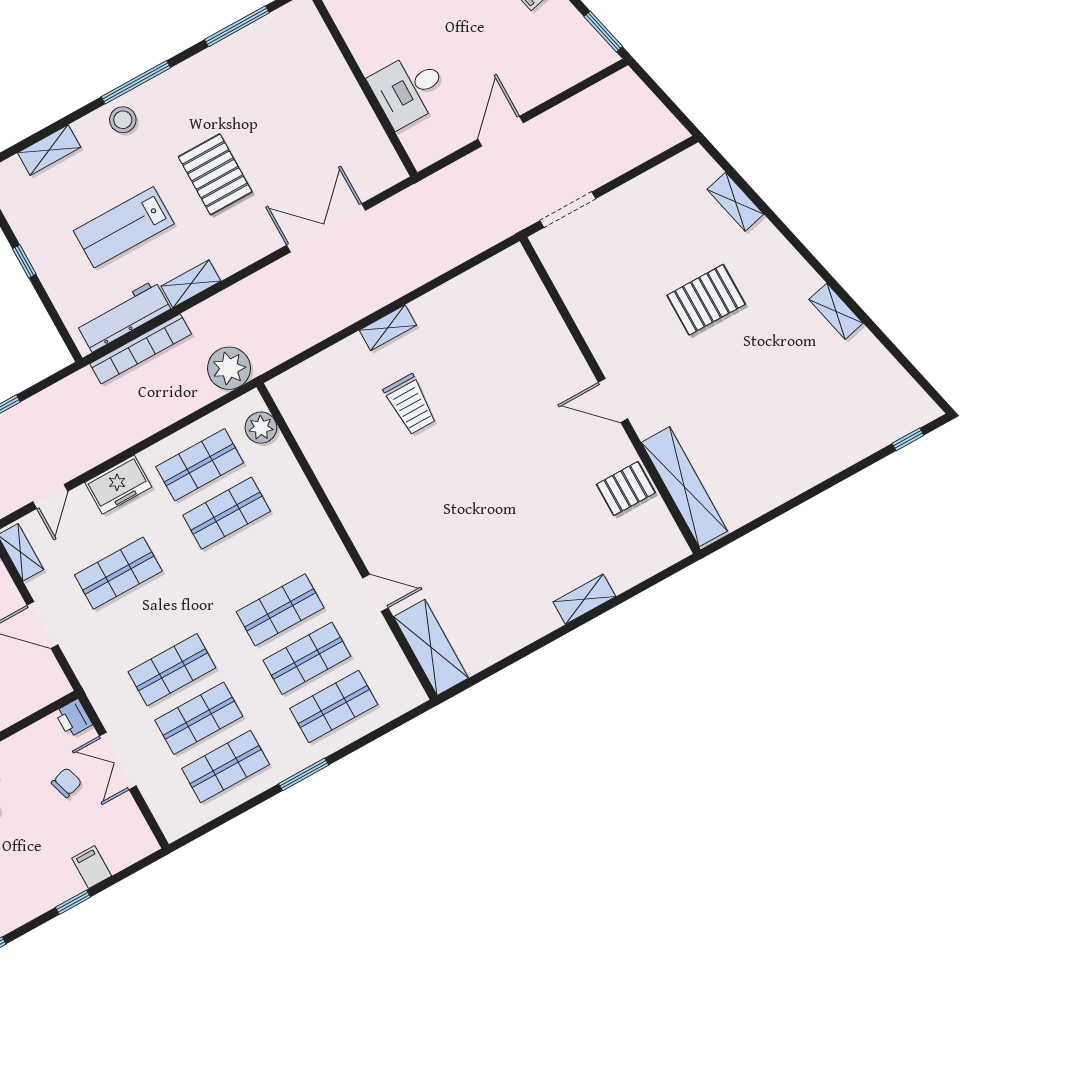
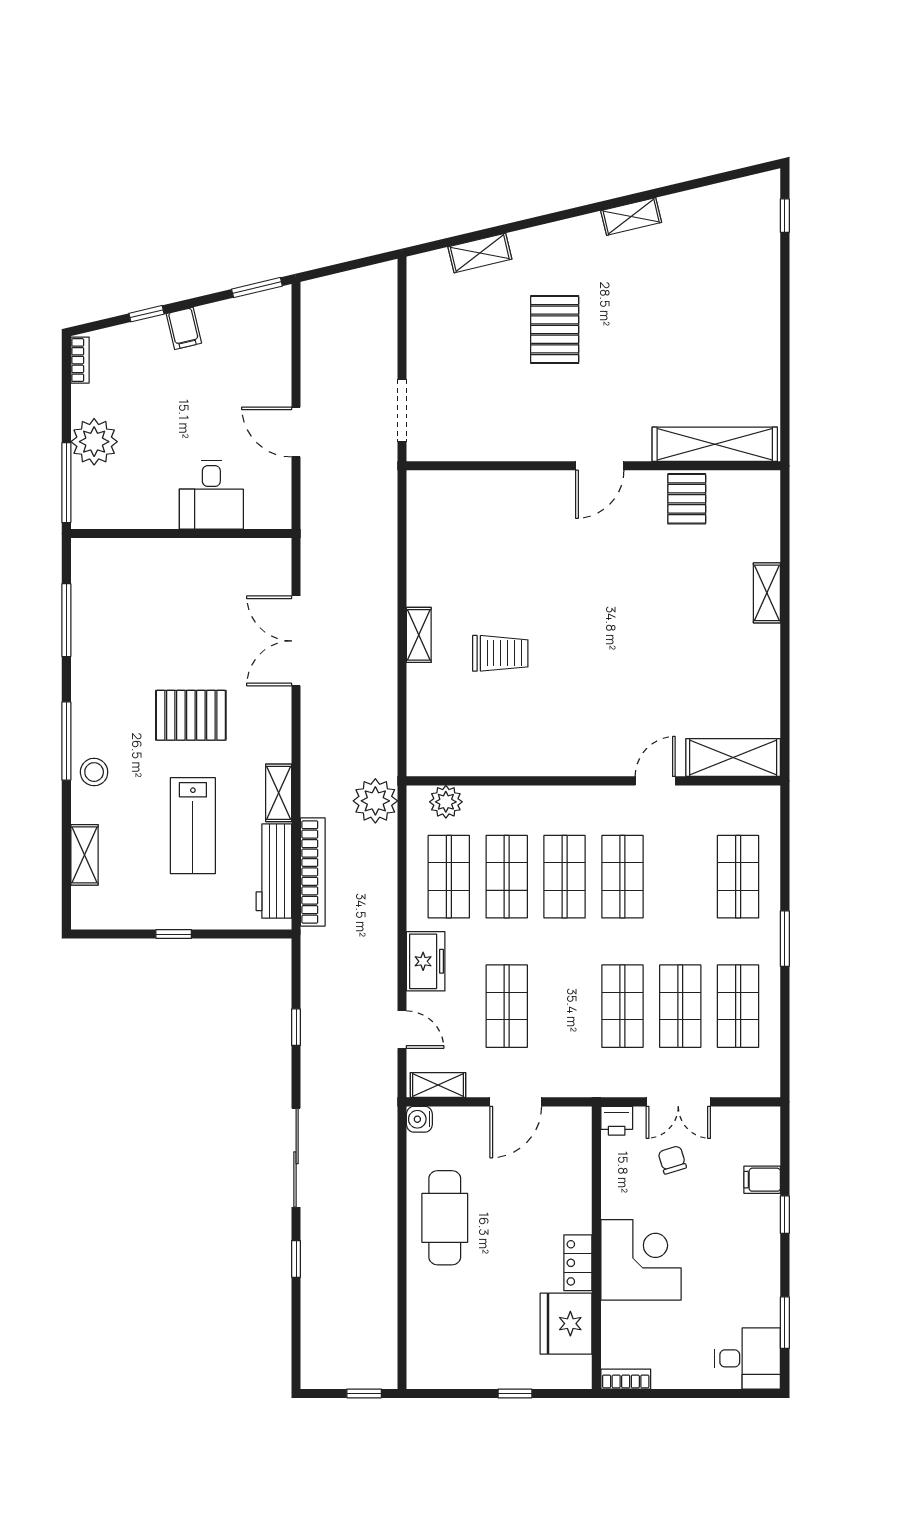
shop shelf: (307, 658) -> (565, 877), moved

